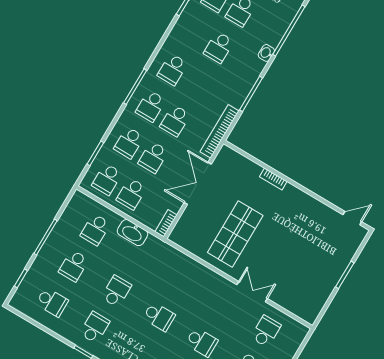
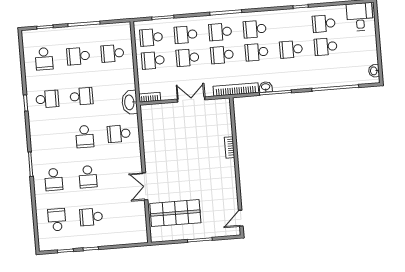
washbasin: (266, 53) -> (266, 87), moved
school desk: (197, 84) -> (257, 52), added
double door: (198, 183) -> (191, 99), width x0.73
door: (352, 218) -> (241, 218), swing flipped
washbasin: (133, 233) -> (130, 102), moved
shop shelf: (235, 234) -> (175, 213), moved
double door: (252, 292) -> (145, 186), swing flipped
school desk: (266, 331) -> (119, 134), moved, turned 180

